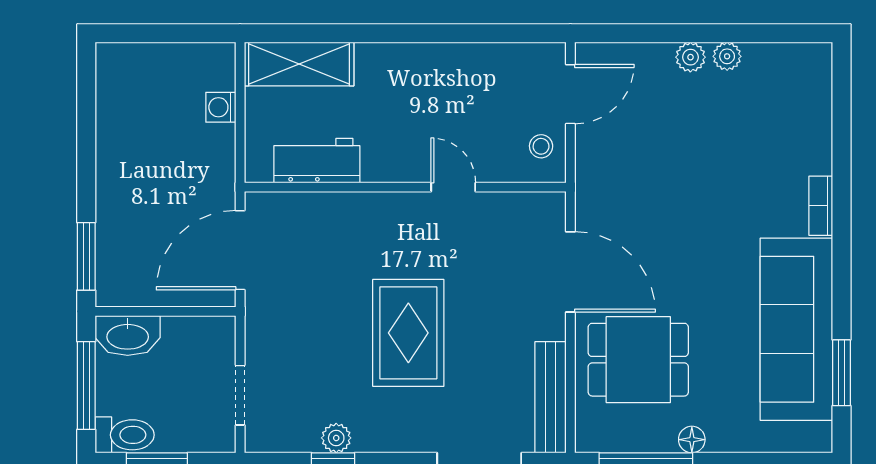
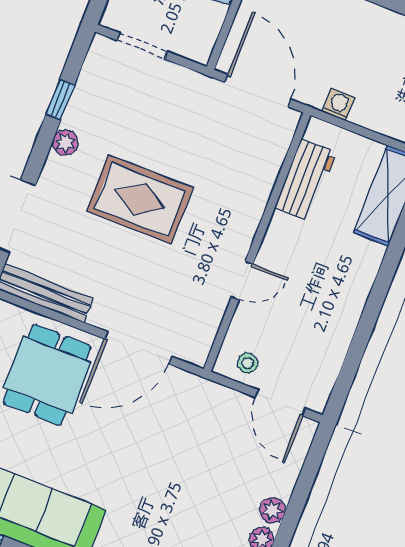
washing machine: (221, 107) -> (339, 104), moved
plant: (336, 438) -> (65, 143), moved

